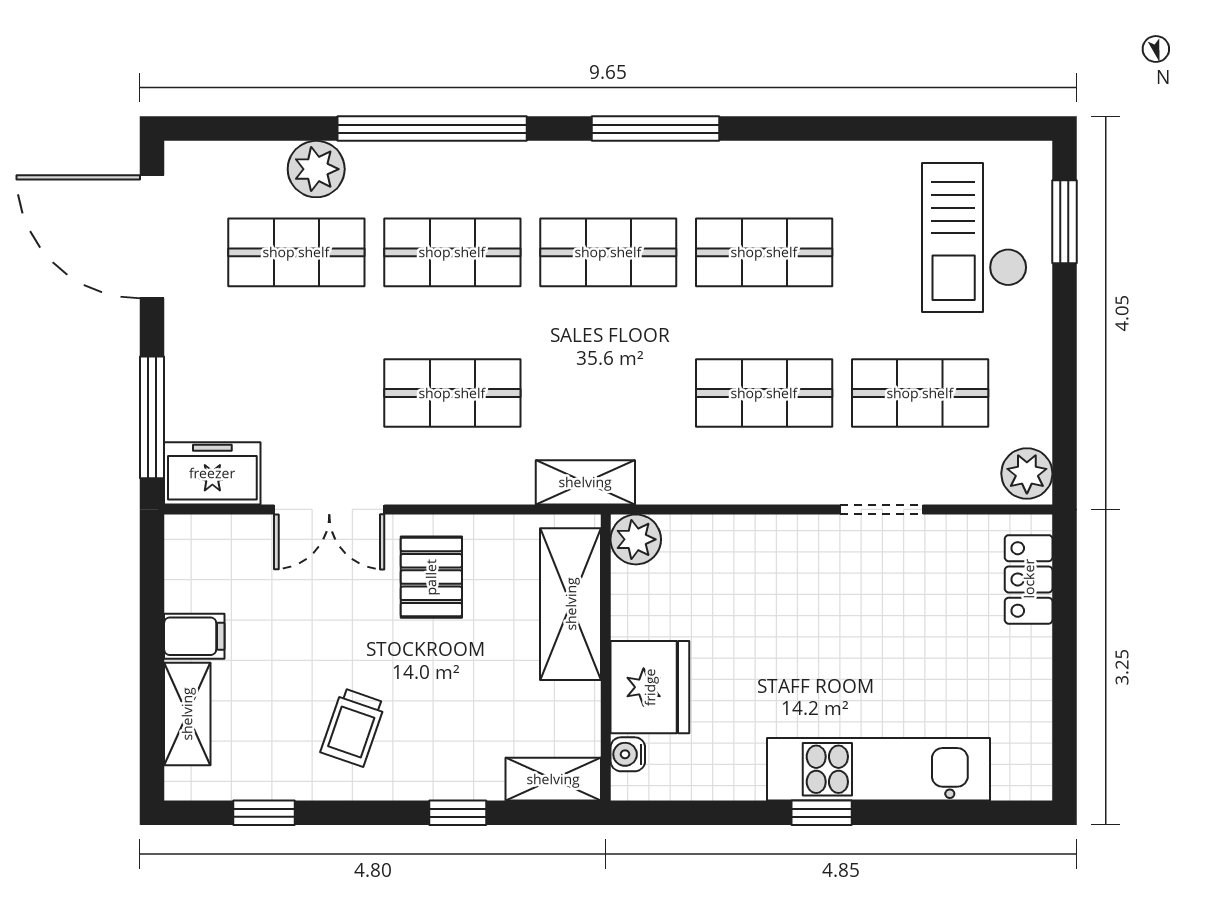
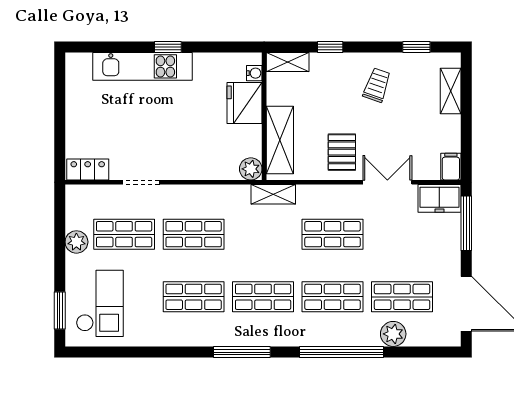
plant: (1027, 473) -> (76, 242), moved
locker: (1029, 579) -> (88, 170), moved, turned -90
filing cabinet: (194, 636) -> (451, 167), moved, turned 90

